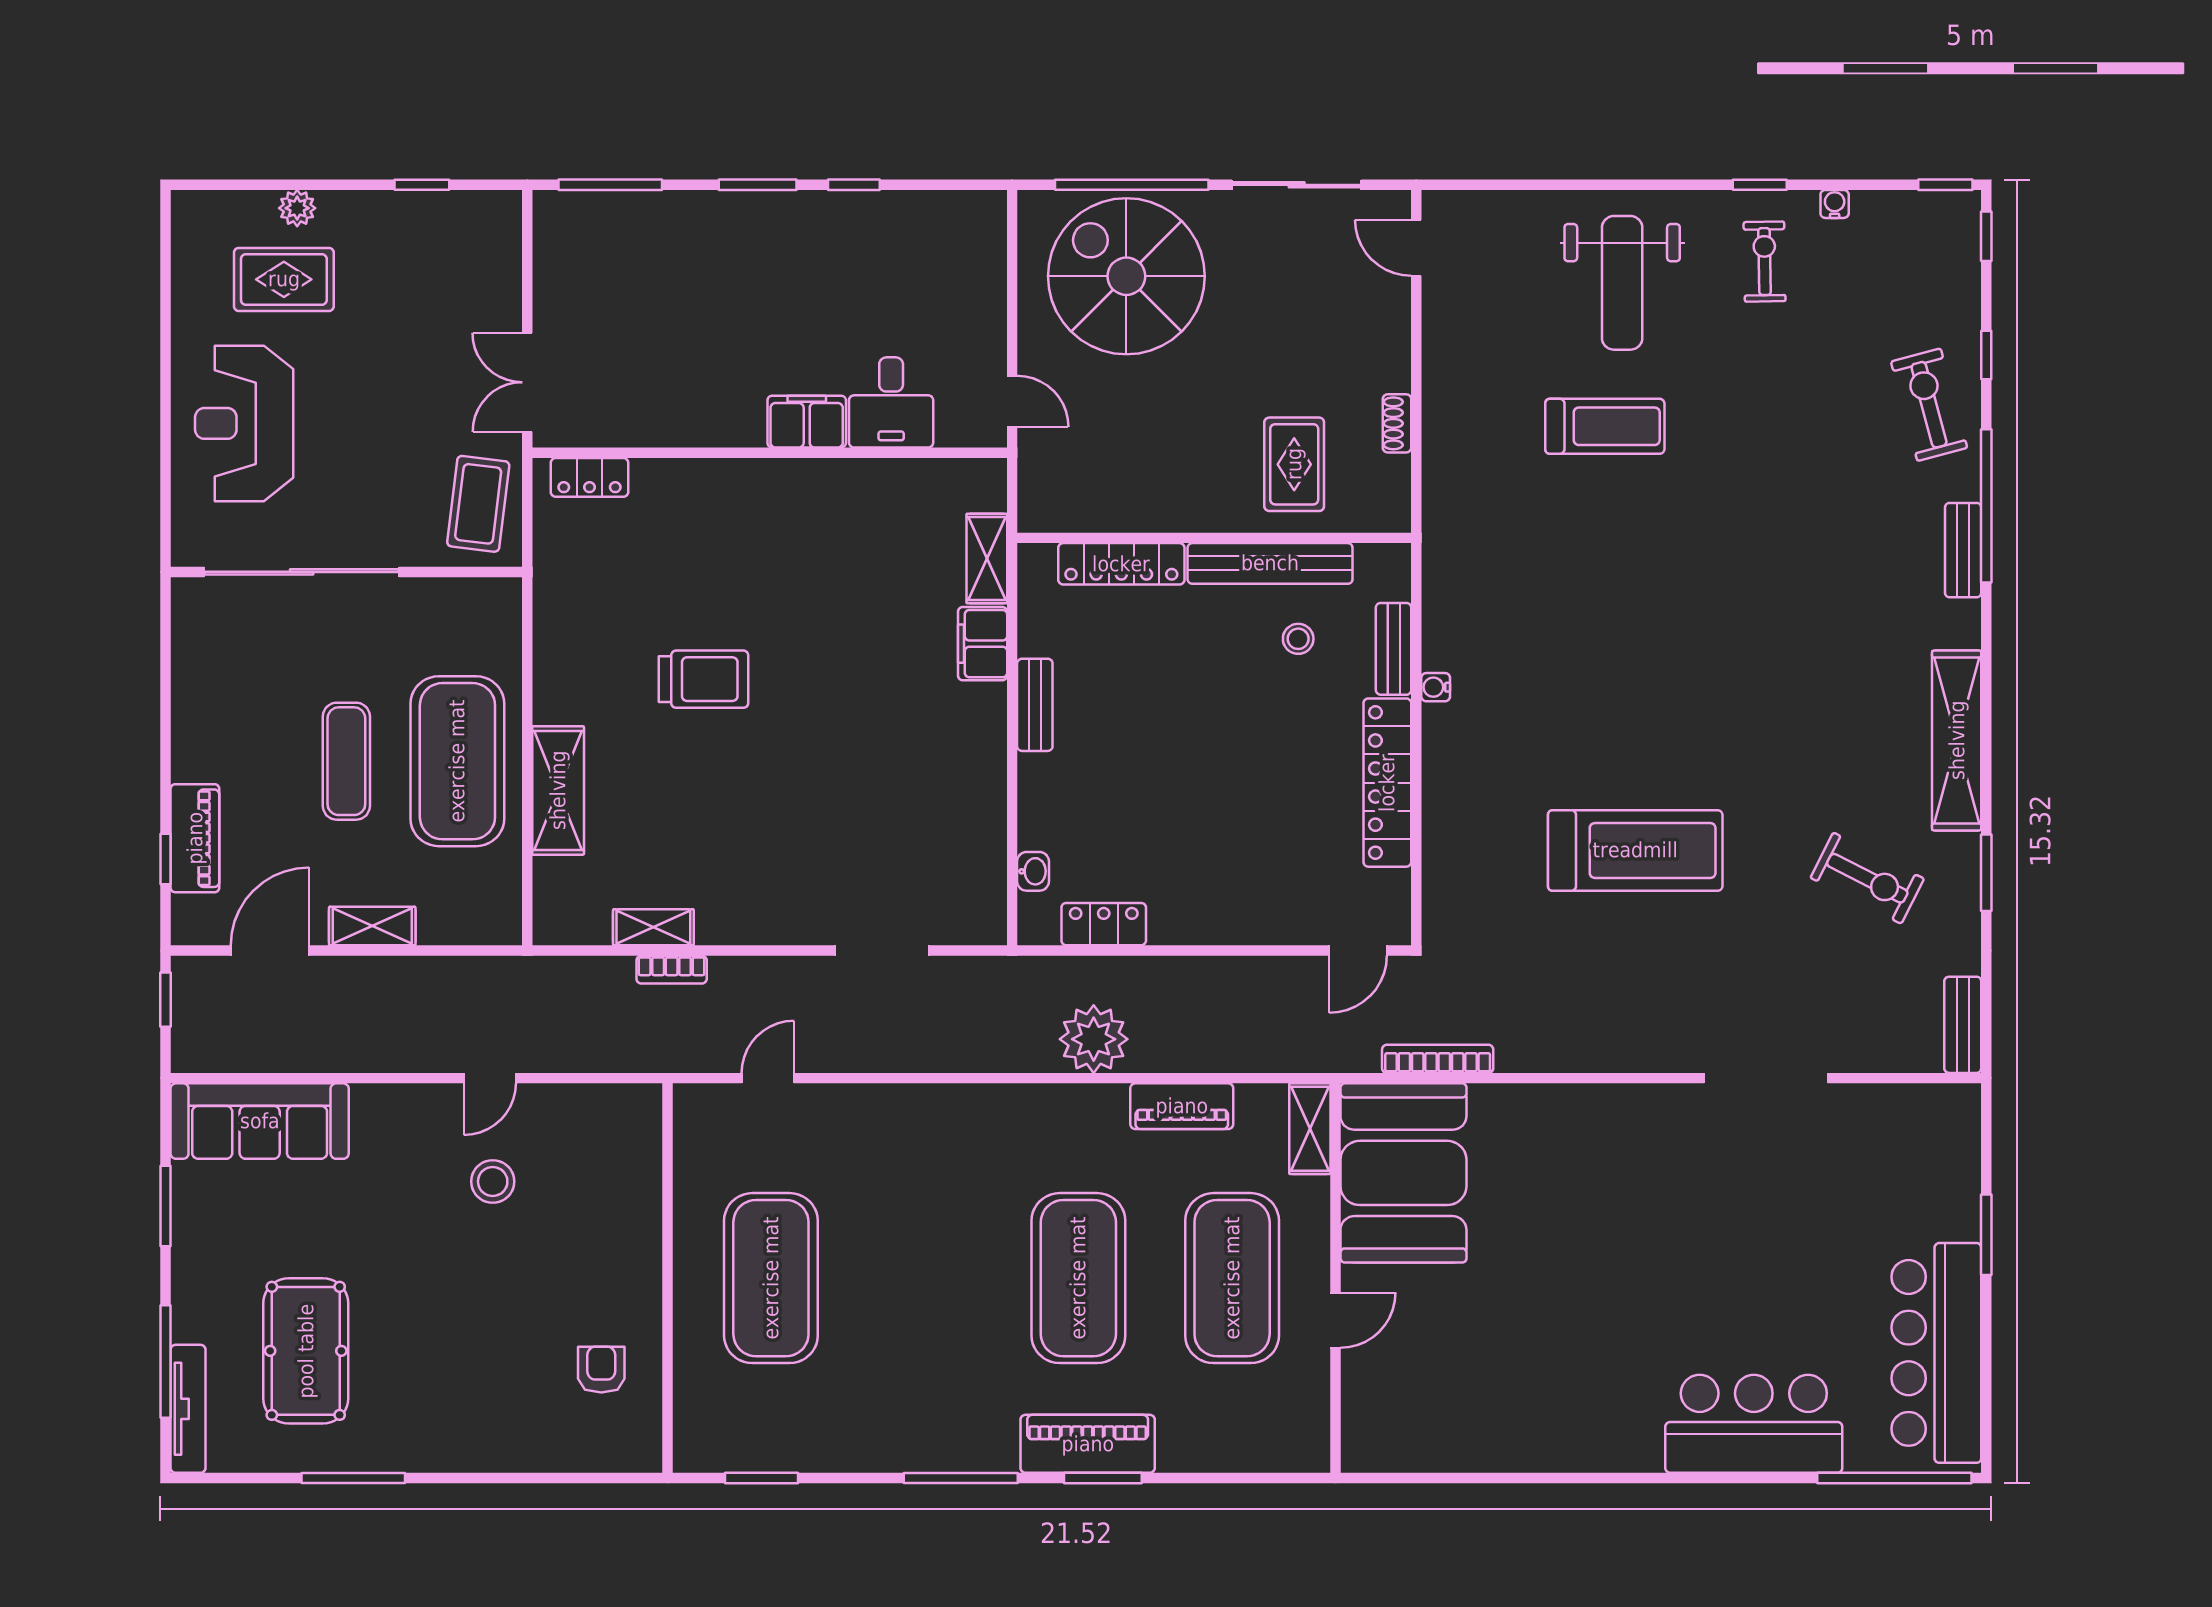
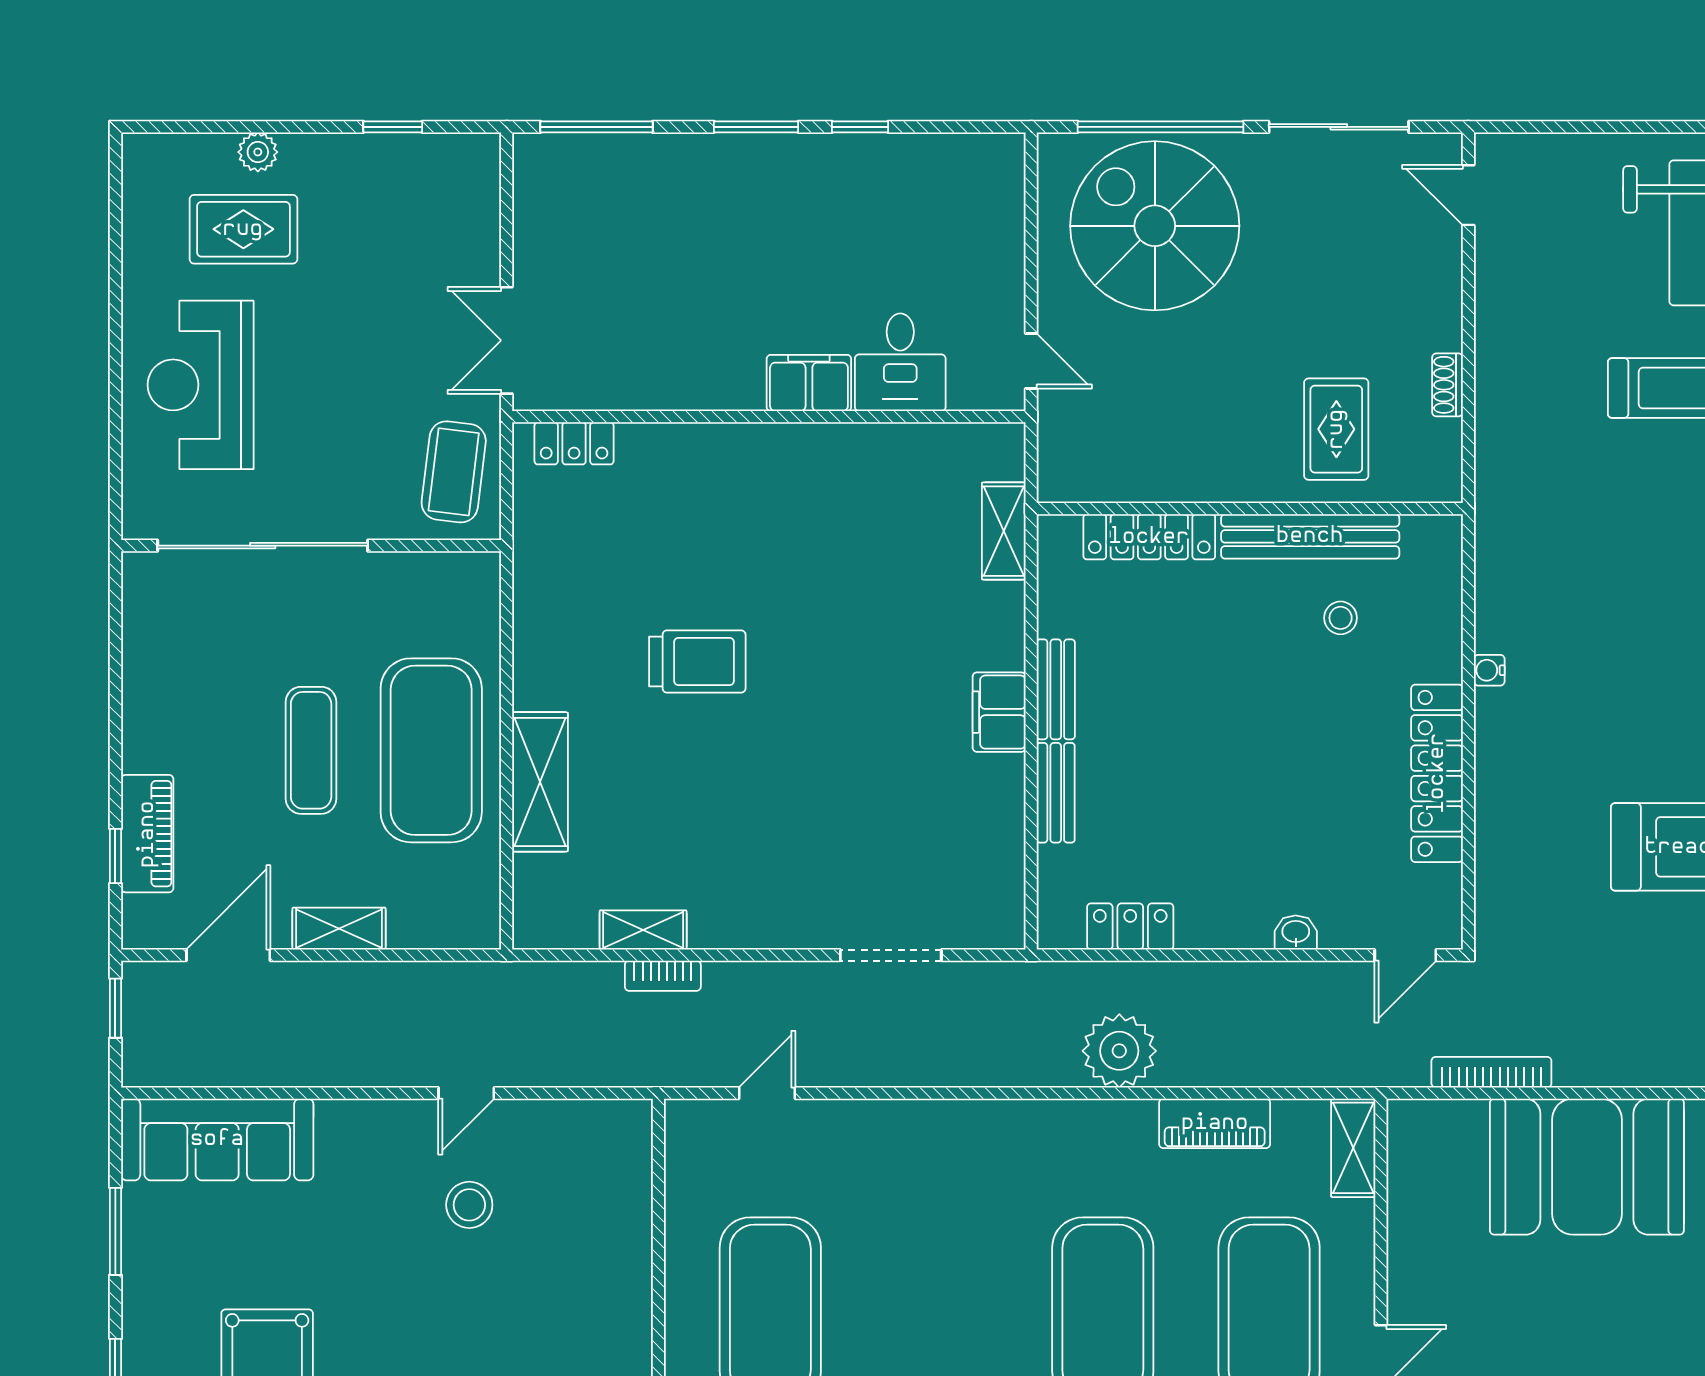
filing cabinet: (983, 644) -> (999, 712), moved
bench: (1394, 649) -> (1056, 793), moved
washbasin: (1033, 871) -> (1296, 932), moved, turned -90
booth: (1403, 1173) -> (1587, 1167), moved, turned 90

